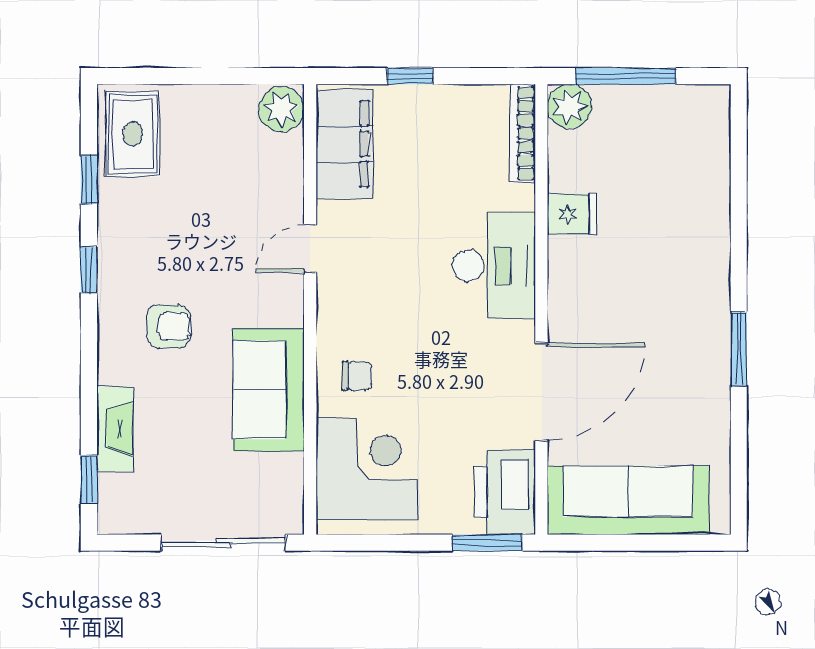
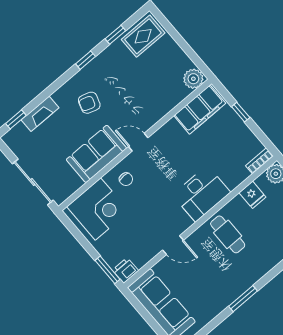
bookcase: (523, 133) -> (259, 161), width x0.64
fridge: (572, 214) -> (252, 195), moved
door: (310, 249) -> (138, 142), moved
cafe table: (604, 280) -> (228, 234), added
armchair: (169, 326) -> (89, 103), turned 108
door: (541, 392) -> (173, 245), width x0.53
printer: (505, 492) -> (125, 270), width x0.53, depth x0.68

